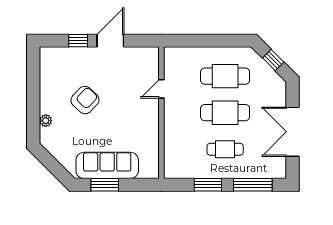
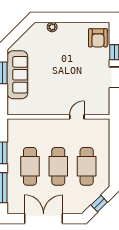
door: (161, 89) -> (77, 117), hinge flipped
armchair: (85, 100) -> (98, 38), moved, turned 47
cafe table: (225, 149) -> (30, 166), width x1.37, depth x1.35

